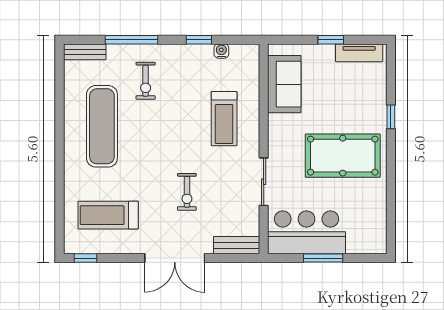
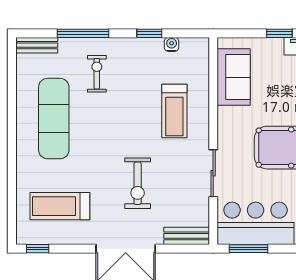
exercise bike: (146, 81) -> (97, 74), turned 180
exercise bike: (187, 192) -> (138, 183), width x1.38, depth x1.39
window: (323, 258) -> (249, 249), moved

